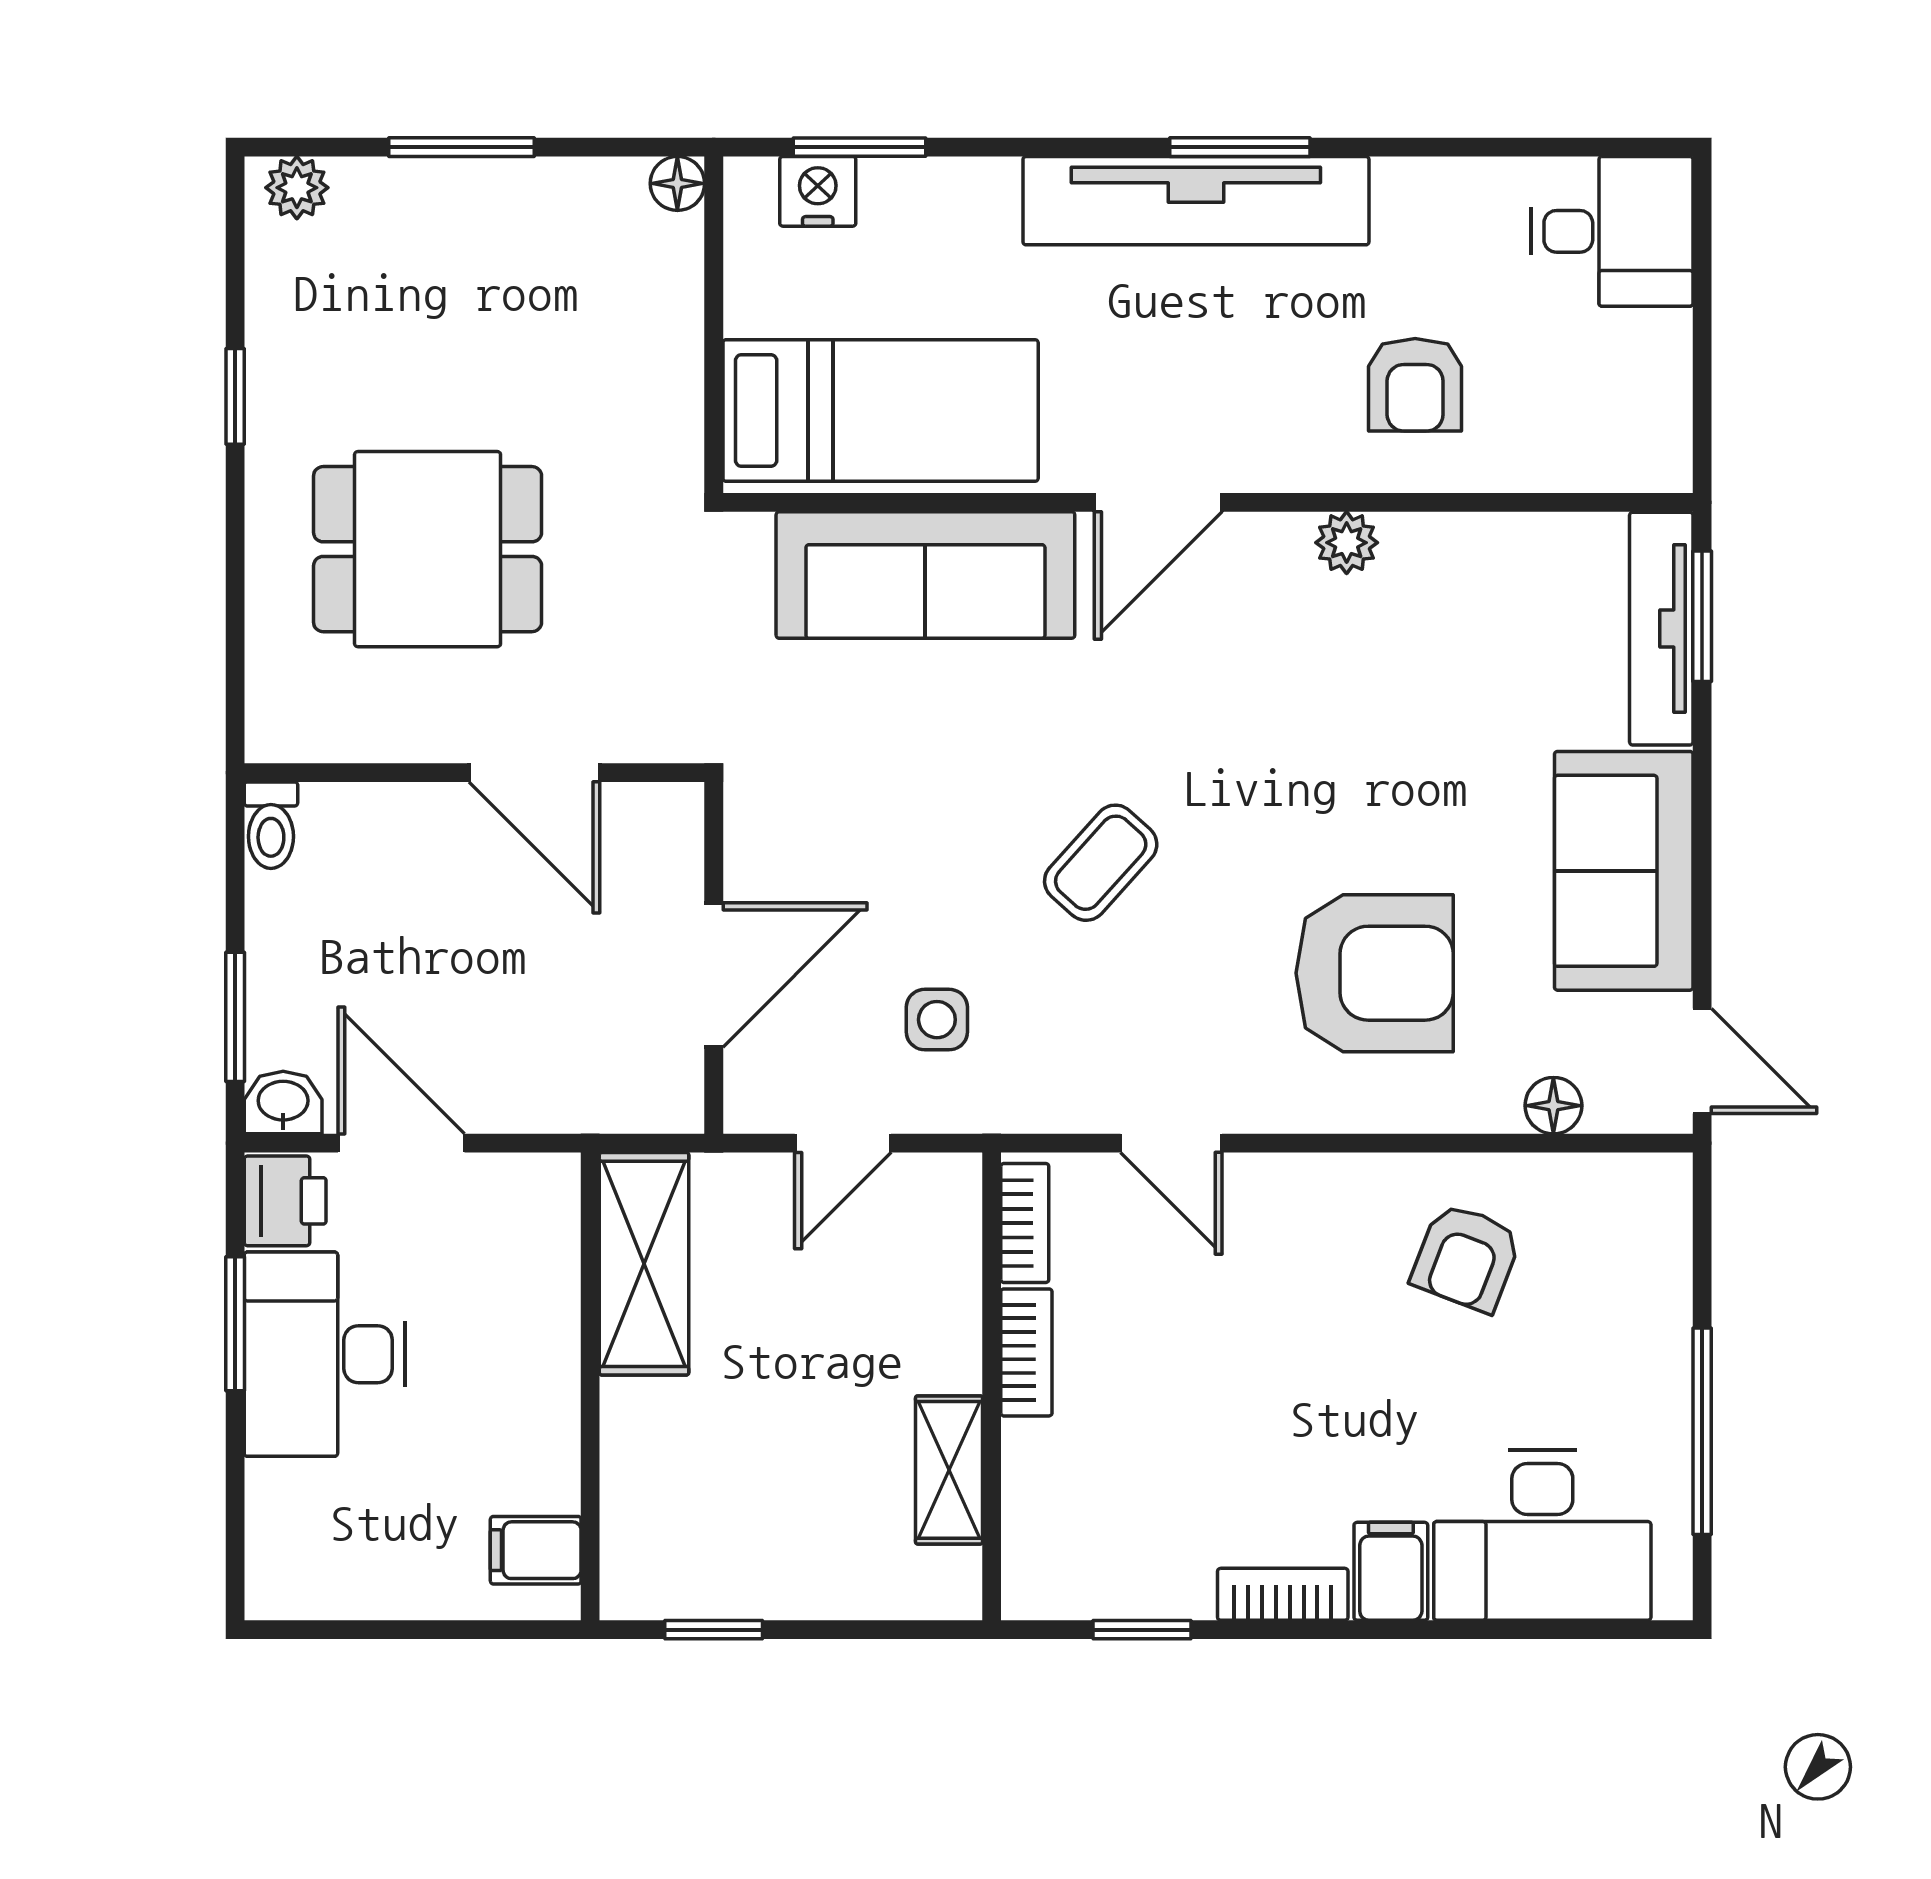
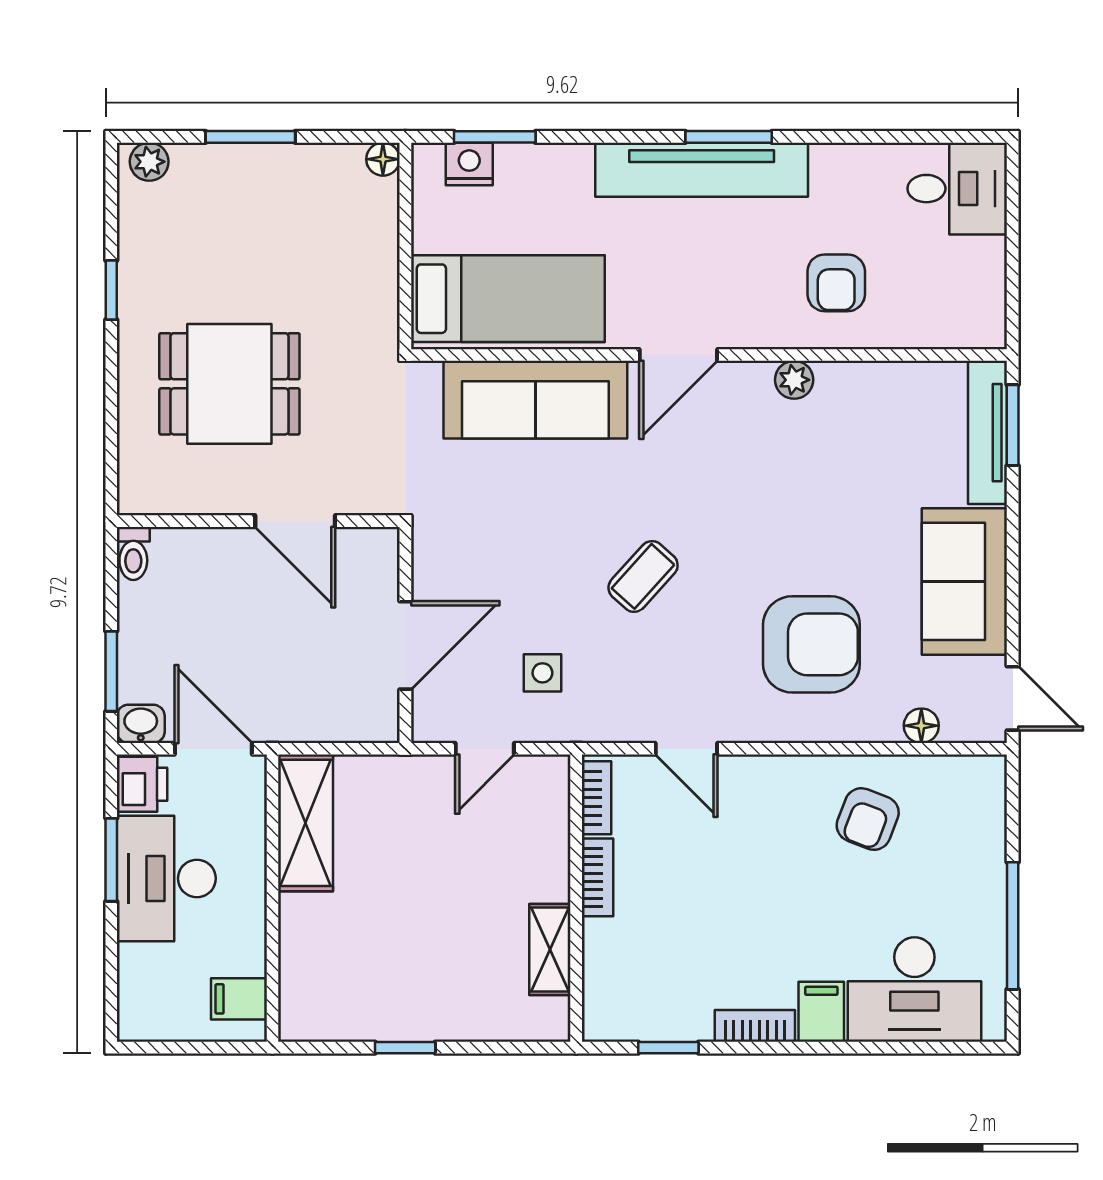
shelving: (644, 1264) -> (306, 823), moved
wall: (590, 1386) -> (272, 898), moved
filing cabinet: (536, 1550) -> (239, 999), moved

